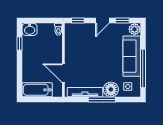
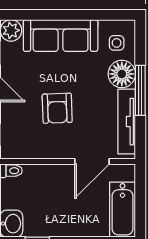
armchair: (92, 54) -> (57, 108), added
window: (143, 68) -> (83, 15), removed

